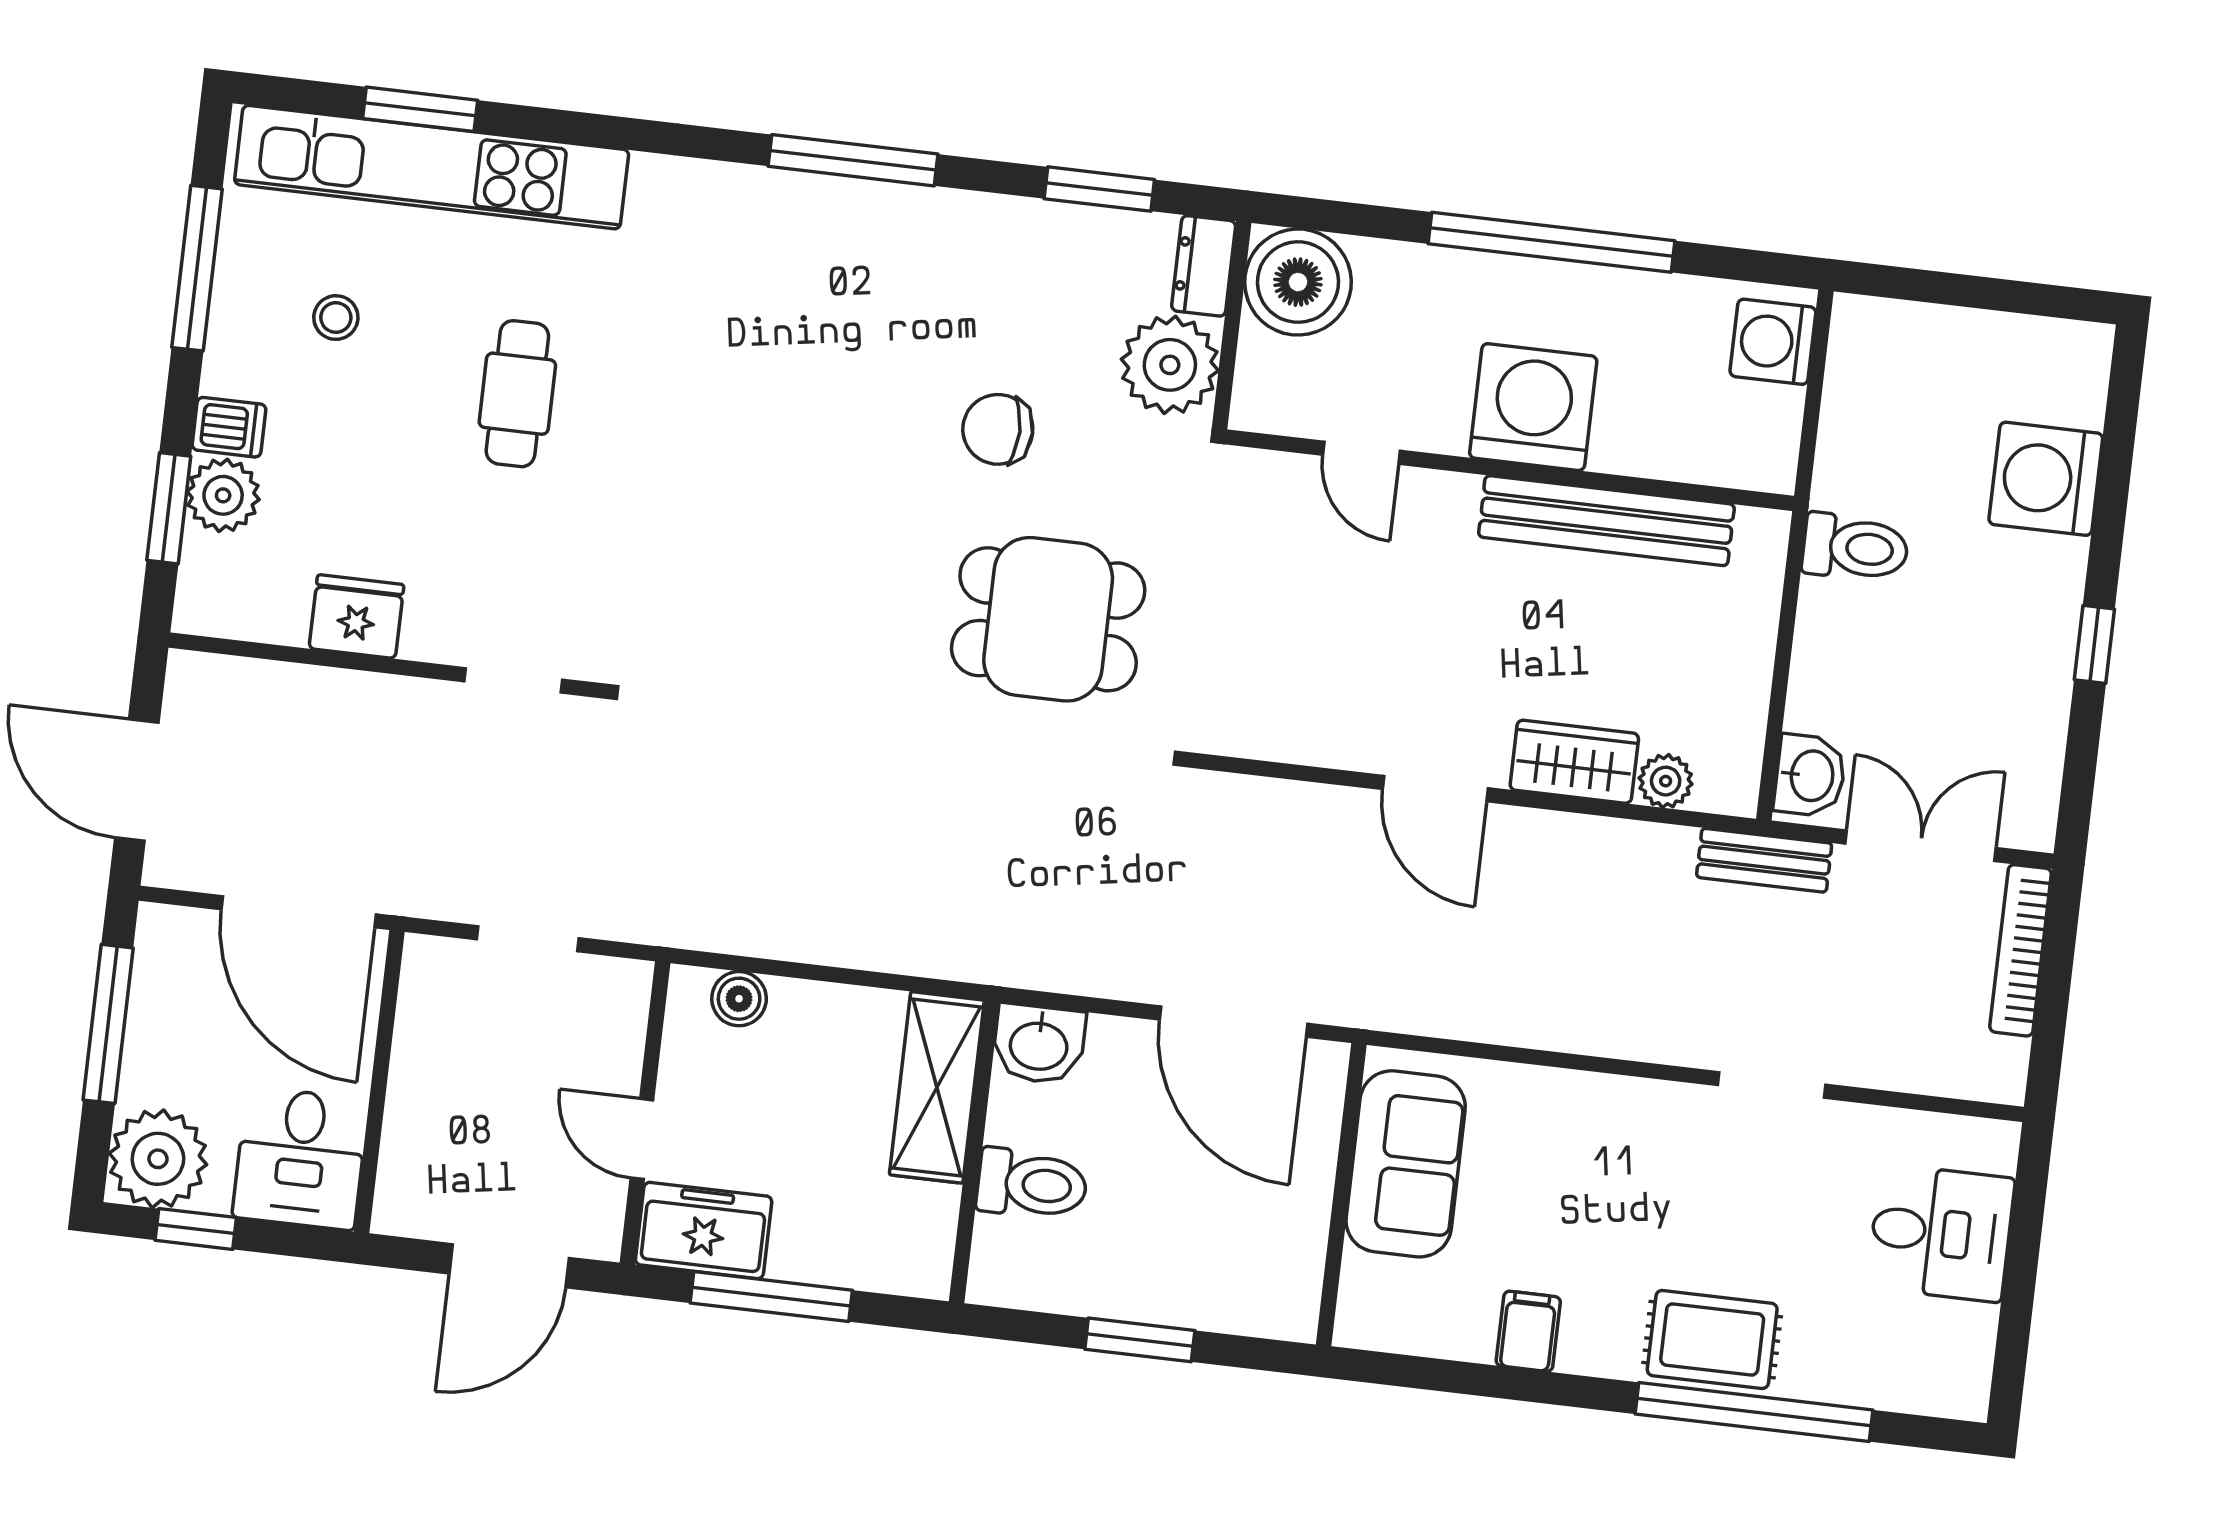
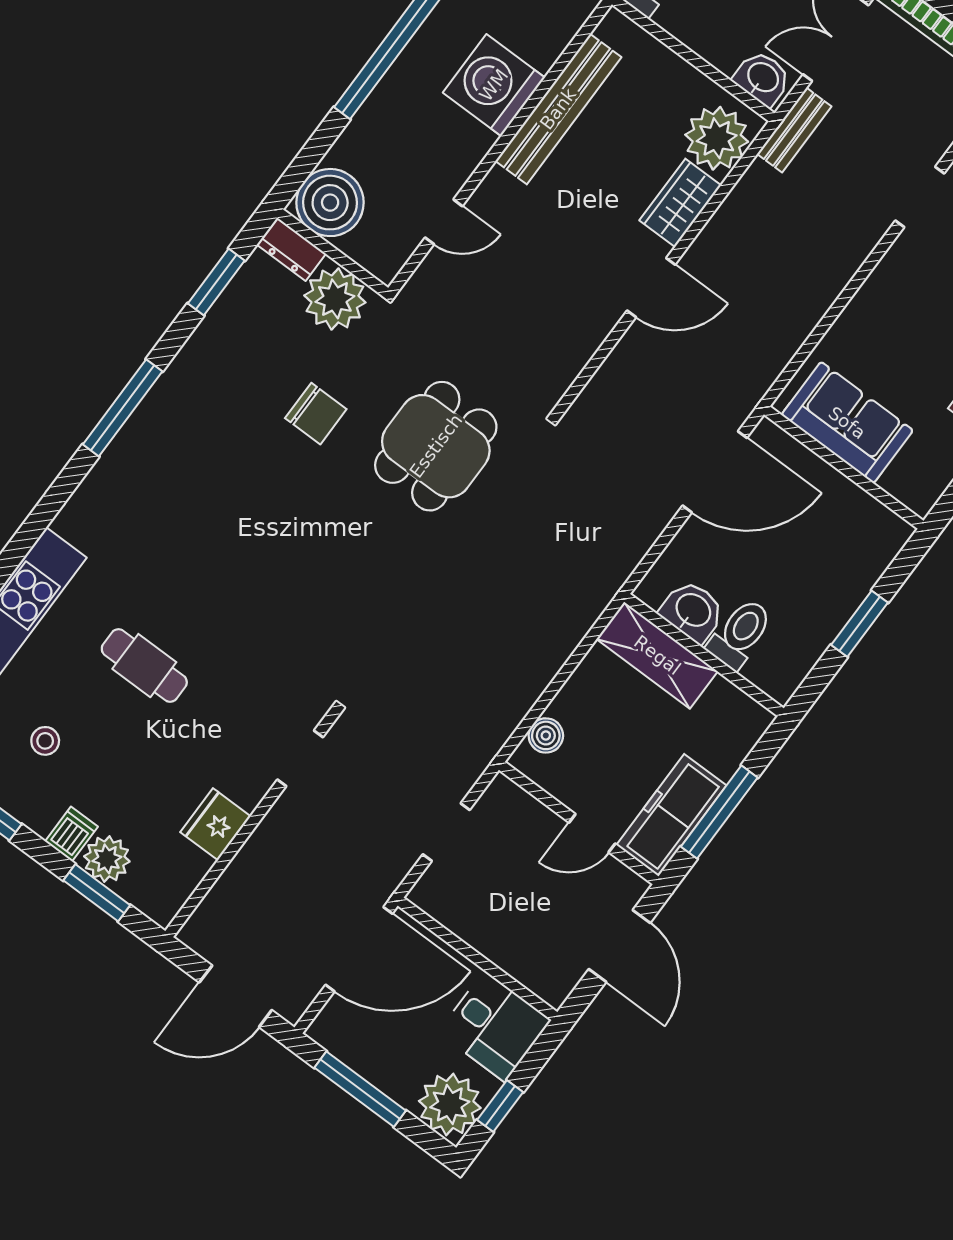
washing machine: (1533, 407) -> (494, 85), moved
chair: (998, 429) -> (316, 414), turned -90
plant: (1666, 781) -> (717, 138), width x1.88, depth x1.88
washbasin: (1039, 1044) -> (693, 611), moved, turned -90
freezer: (704, 1231) -> (671, 815), width x1.40

